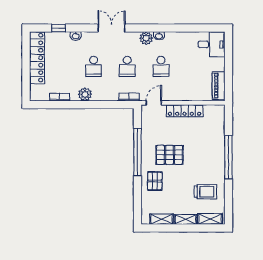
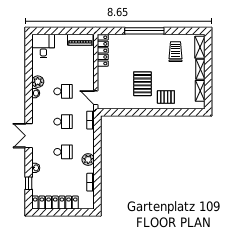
plant: (146, 38) -> (38, 82), moved
locker: (184, 111) -> (103, 50), moved
window: (137, 152) -> (140, 112), removed

